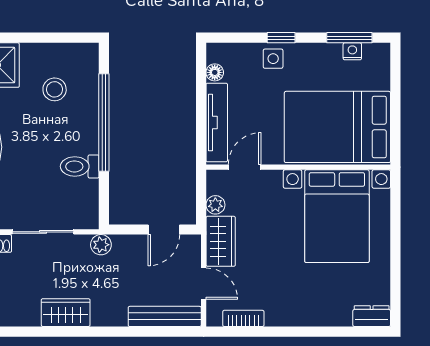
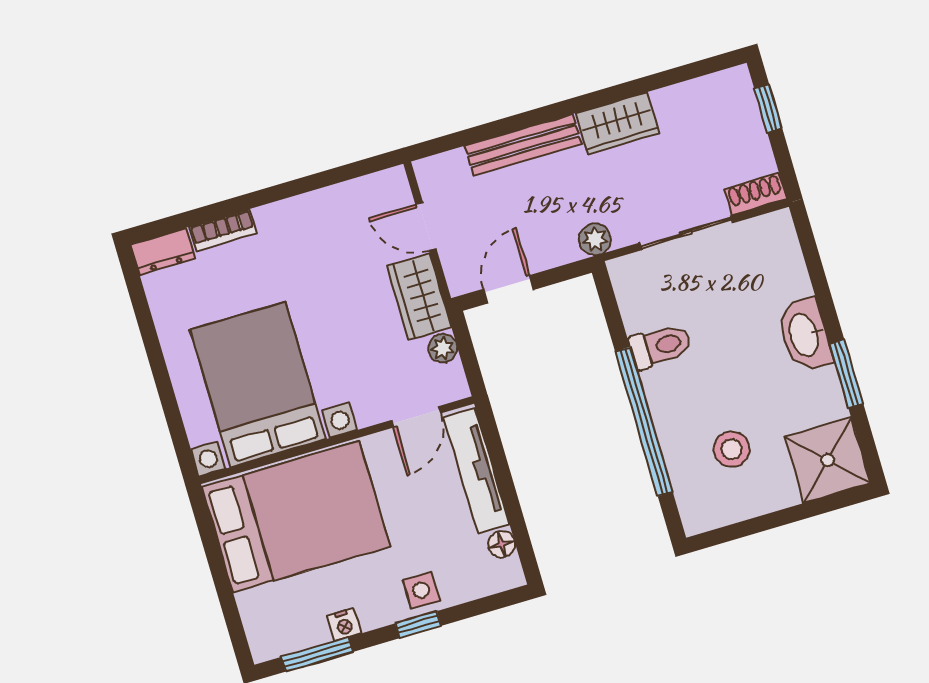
nightstand: (352, 51) -> (344, 625), moved
bench: (165, 316) -> (523, 145), moved
bookcase: (243, 318) -> (223, 230), moved

